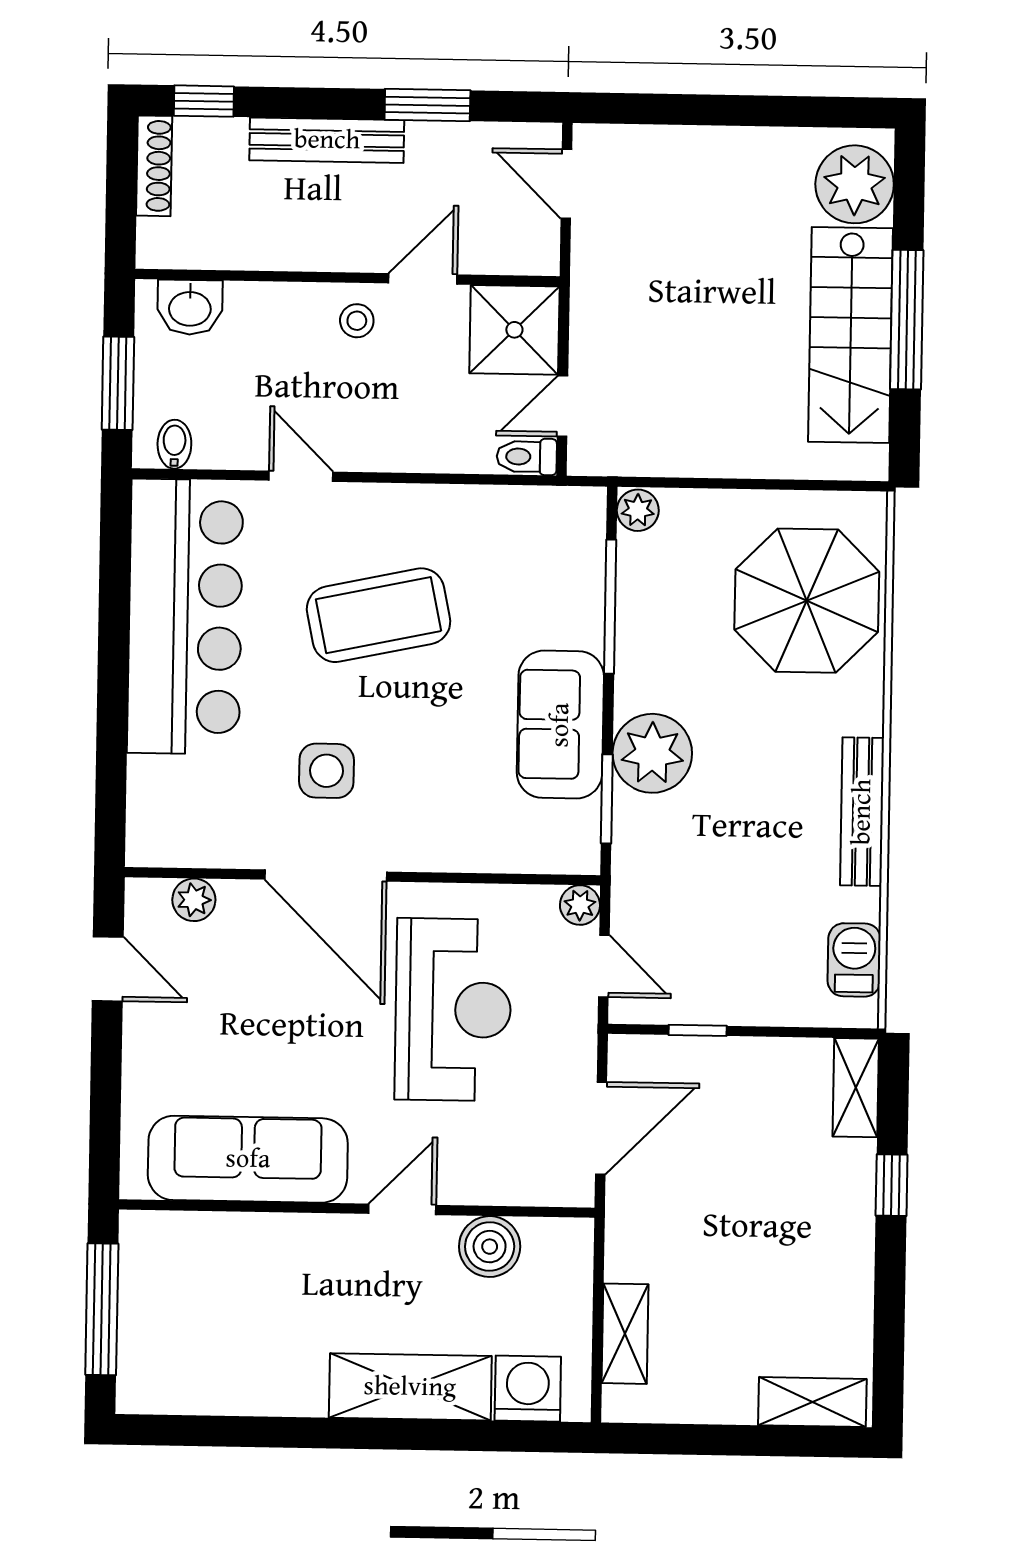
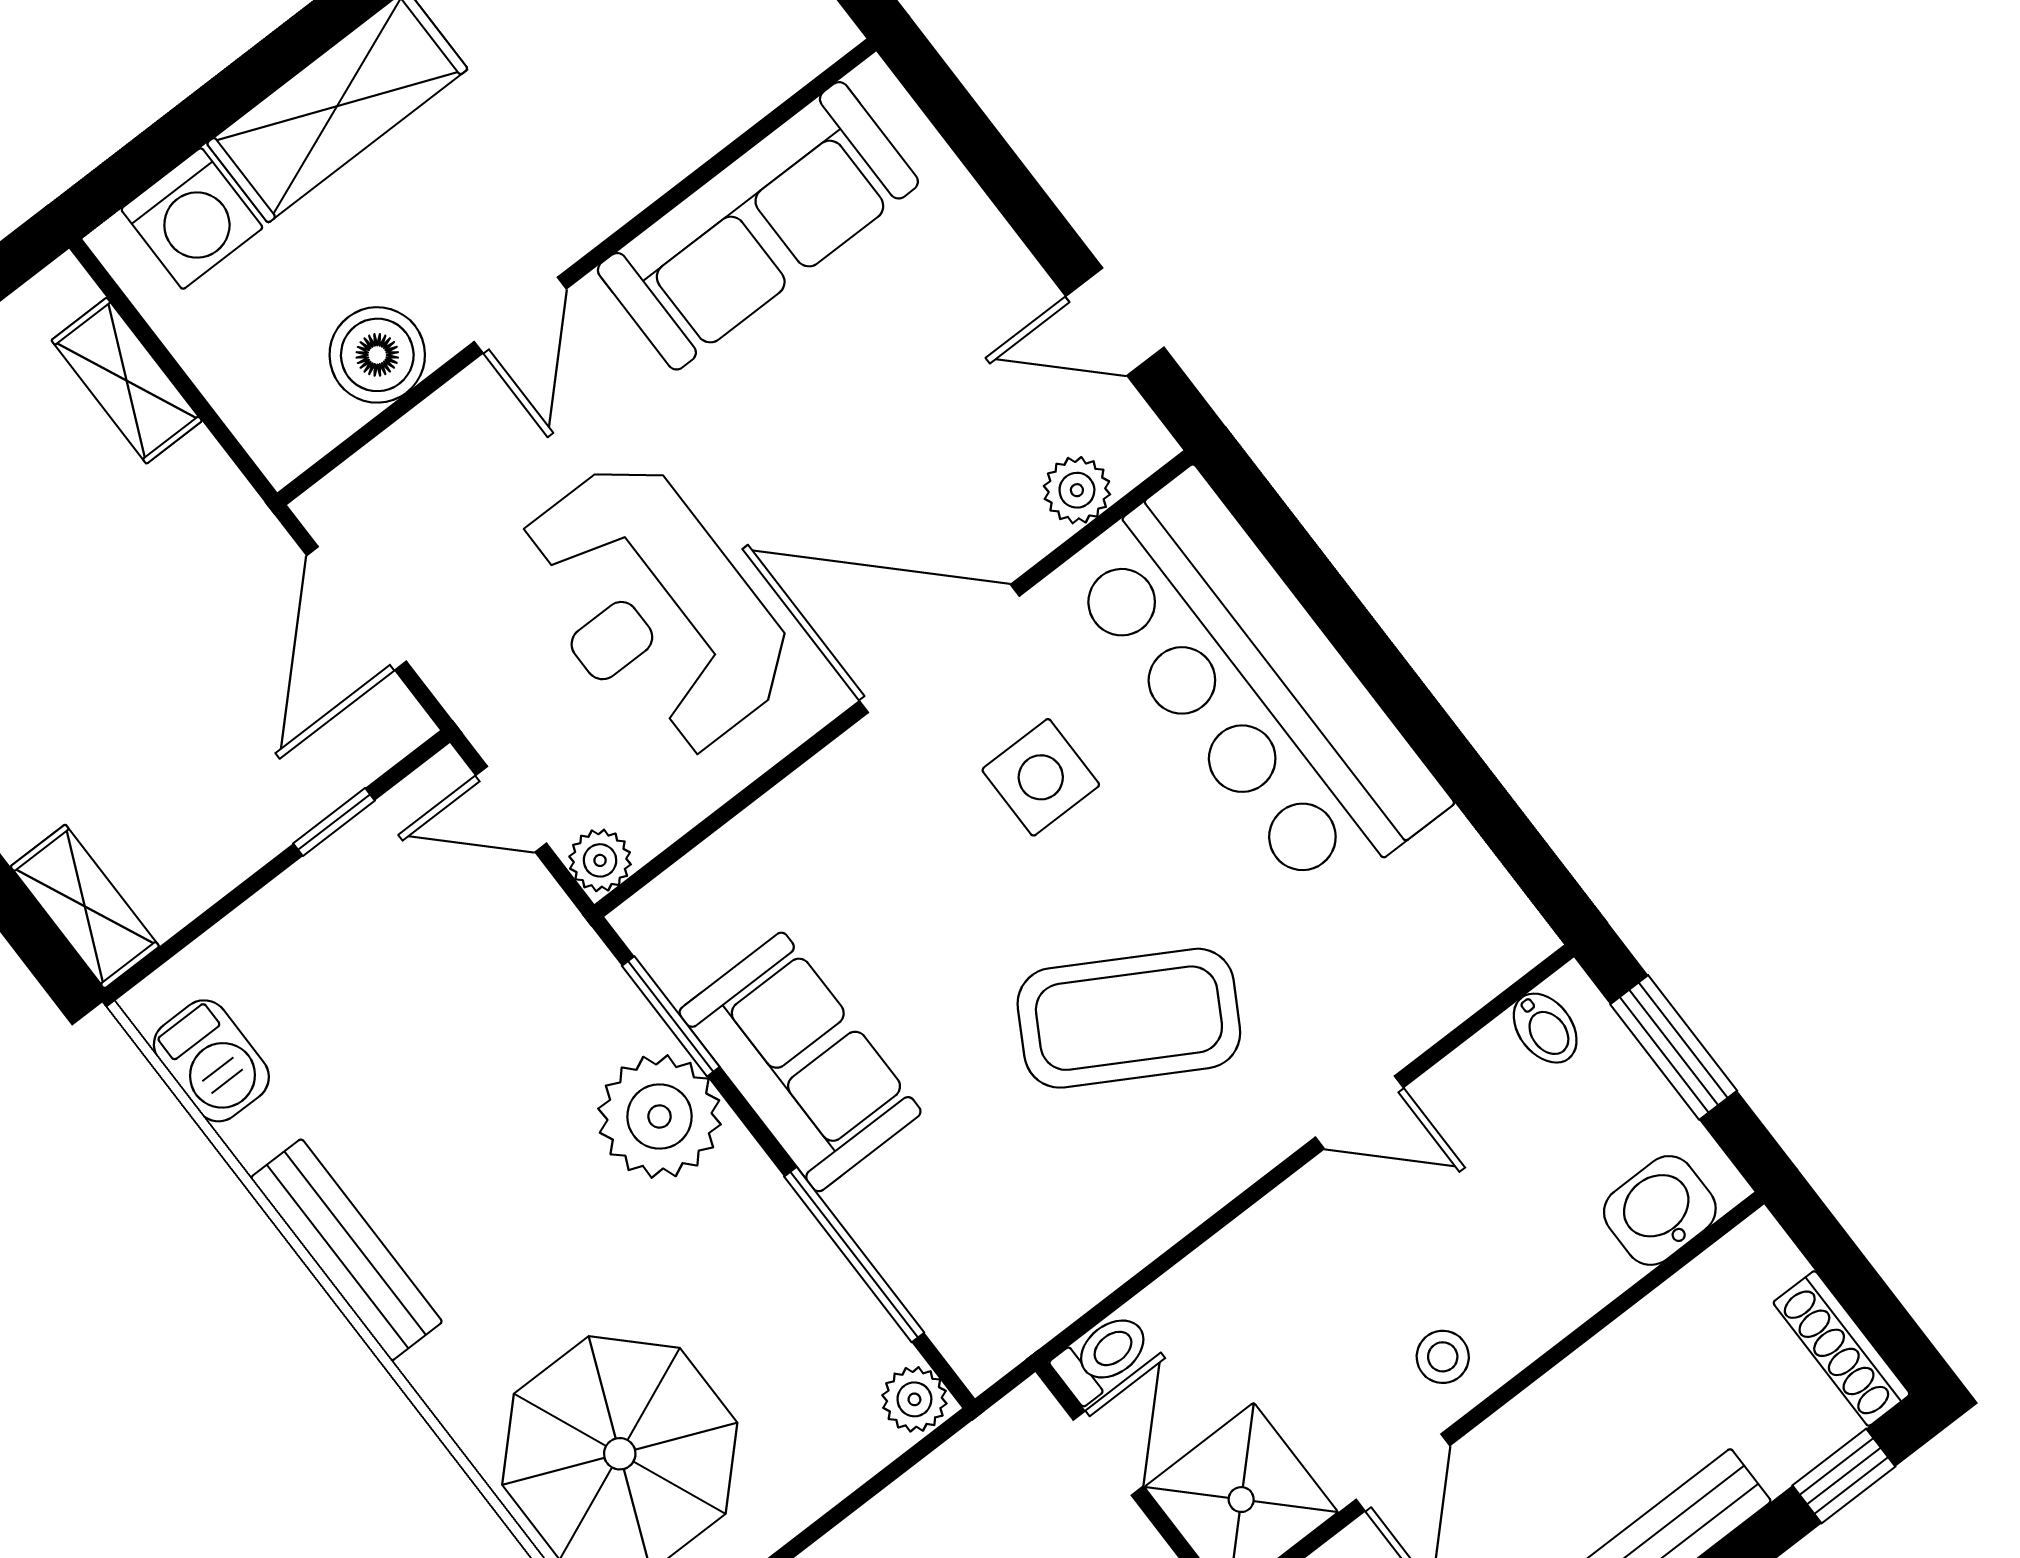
coffee table: (379, 615) -> (1129, 1018), turned 42
bar counter: (185, 617) -> (1255, 686), moved

